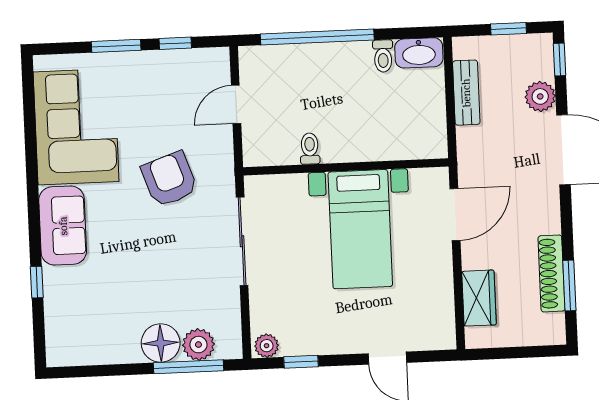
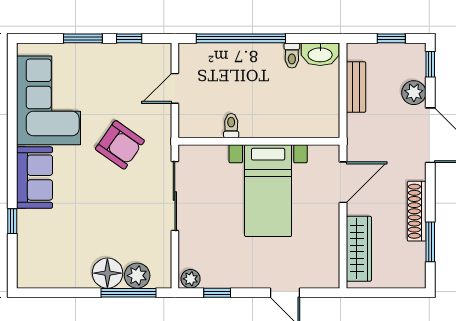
armchair: (169, 179) -> (120, 145), turned 144
shoe rack: (551, 273) -> (417, 211), moved
wardrobe: (479, 298) -> (359, 249), width x1.50

